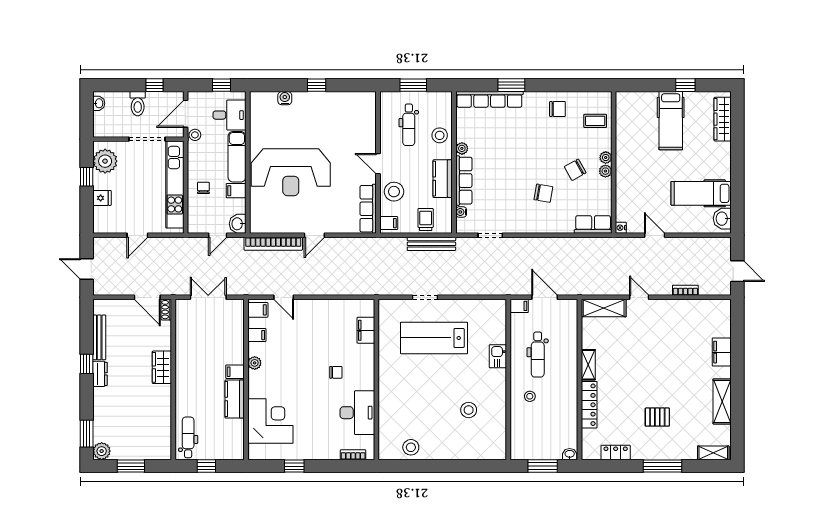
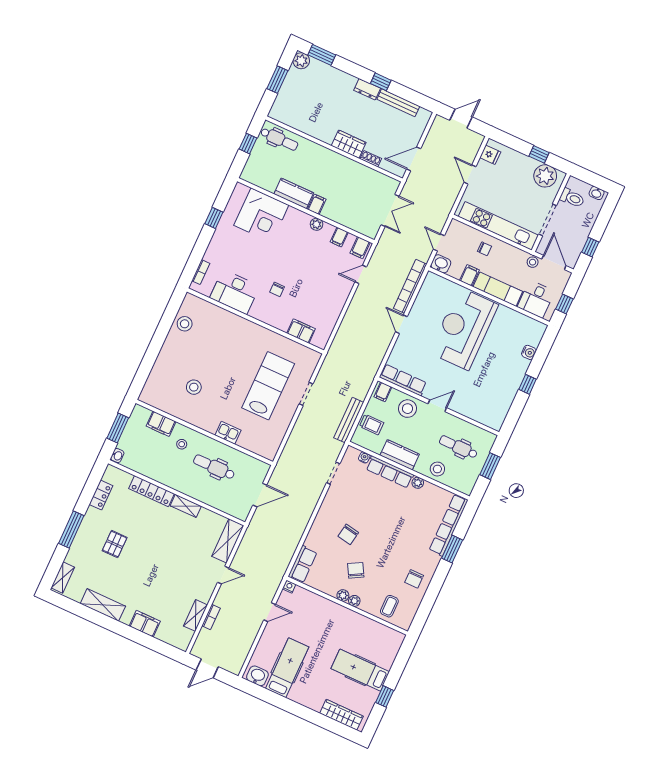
toilet: (138, 104) -> (572, 198), moved, turned 180
fridge: (102, 198) -> (490, 155), moved, turned -90
filing cabinet: (519, 306) -> (161, 424), moved, width x2.00
shelving: (691, 306) -> (195, 615), added
shoe rack: (166, 310) -> (371, 159), moved

